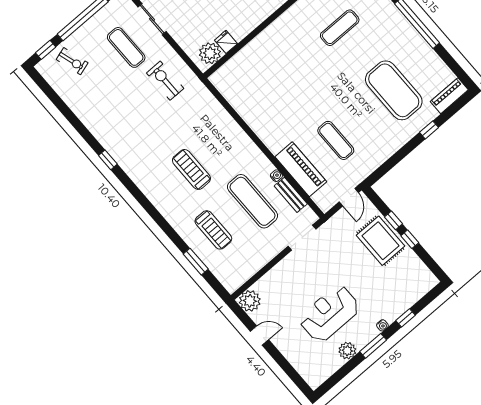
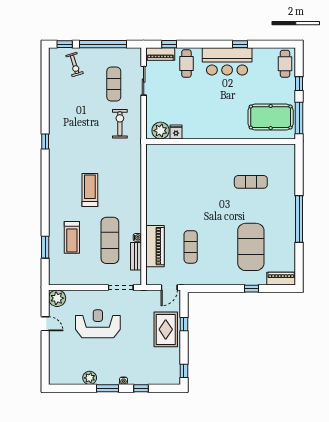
window: (410, 239) -> (184, 371), moved
reception desk: (329, 314) -> (98, 324), moved

